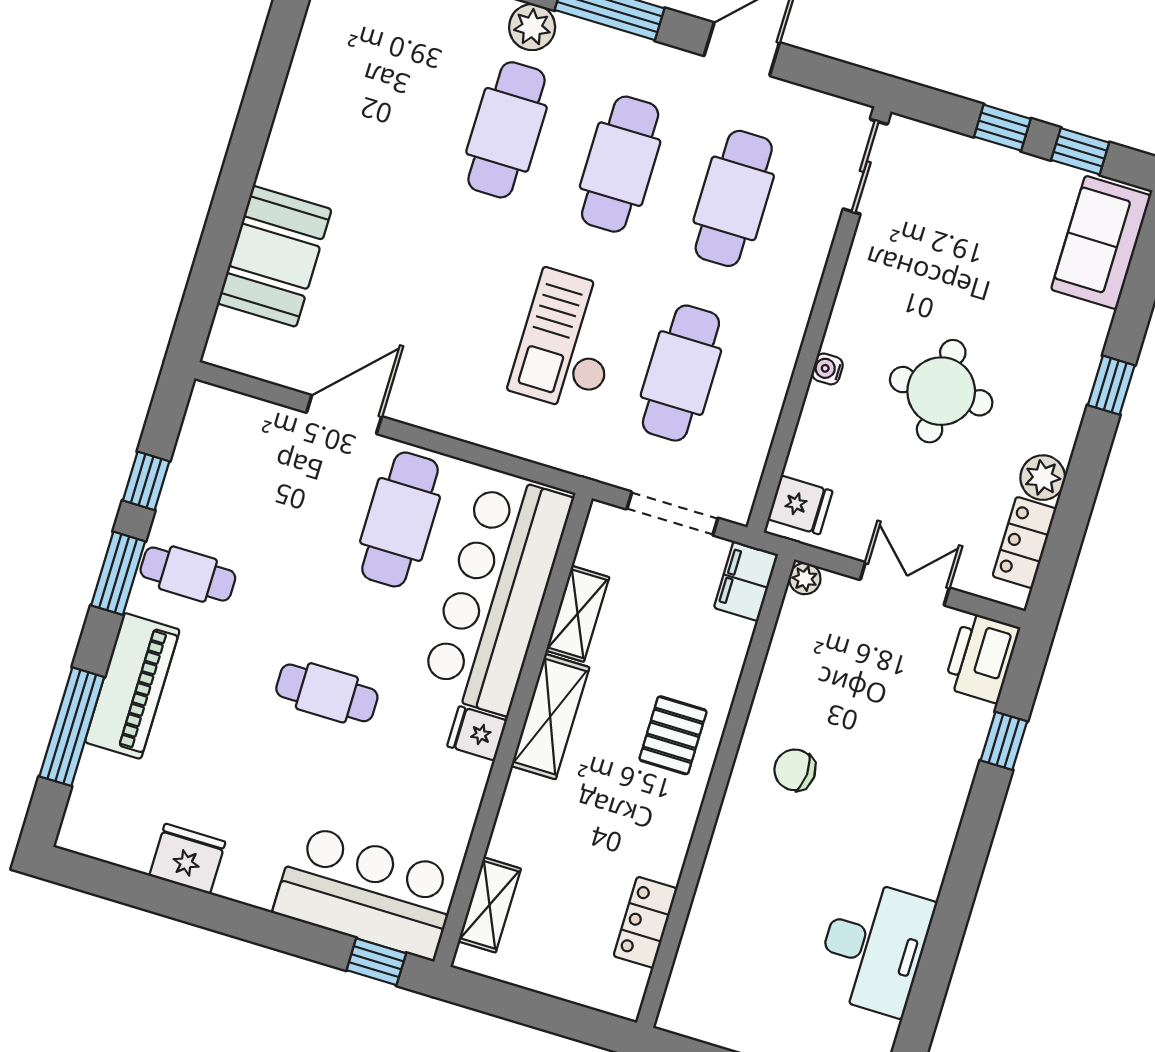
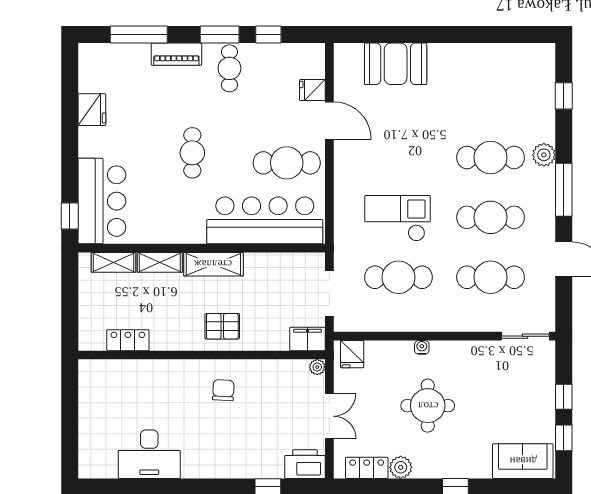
shelving: (578, 614) -> (160, 262), moved
piano: (132, 686) -> (176, 54), width x0.73, depth x0.75
fridge: (477, 733) -> (312, 90), moved, turned -90

